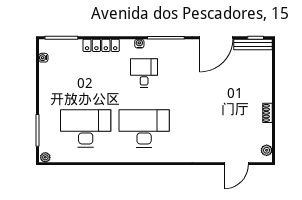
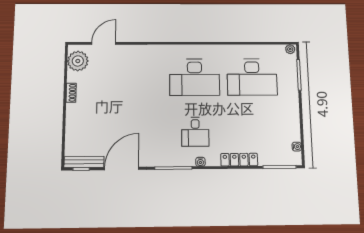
plant: (267, 150) -> (78, 61), width x1.88, depth x1.88

